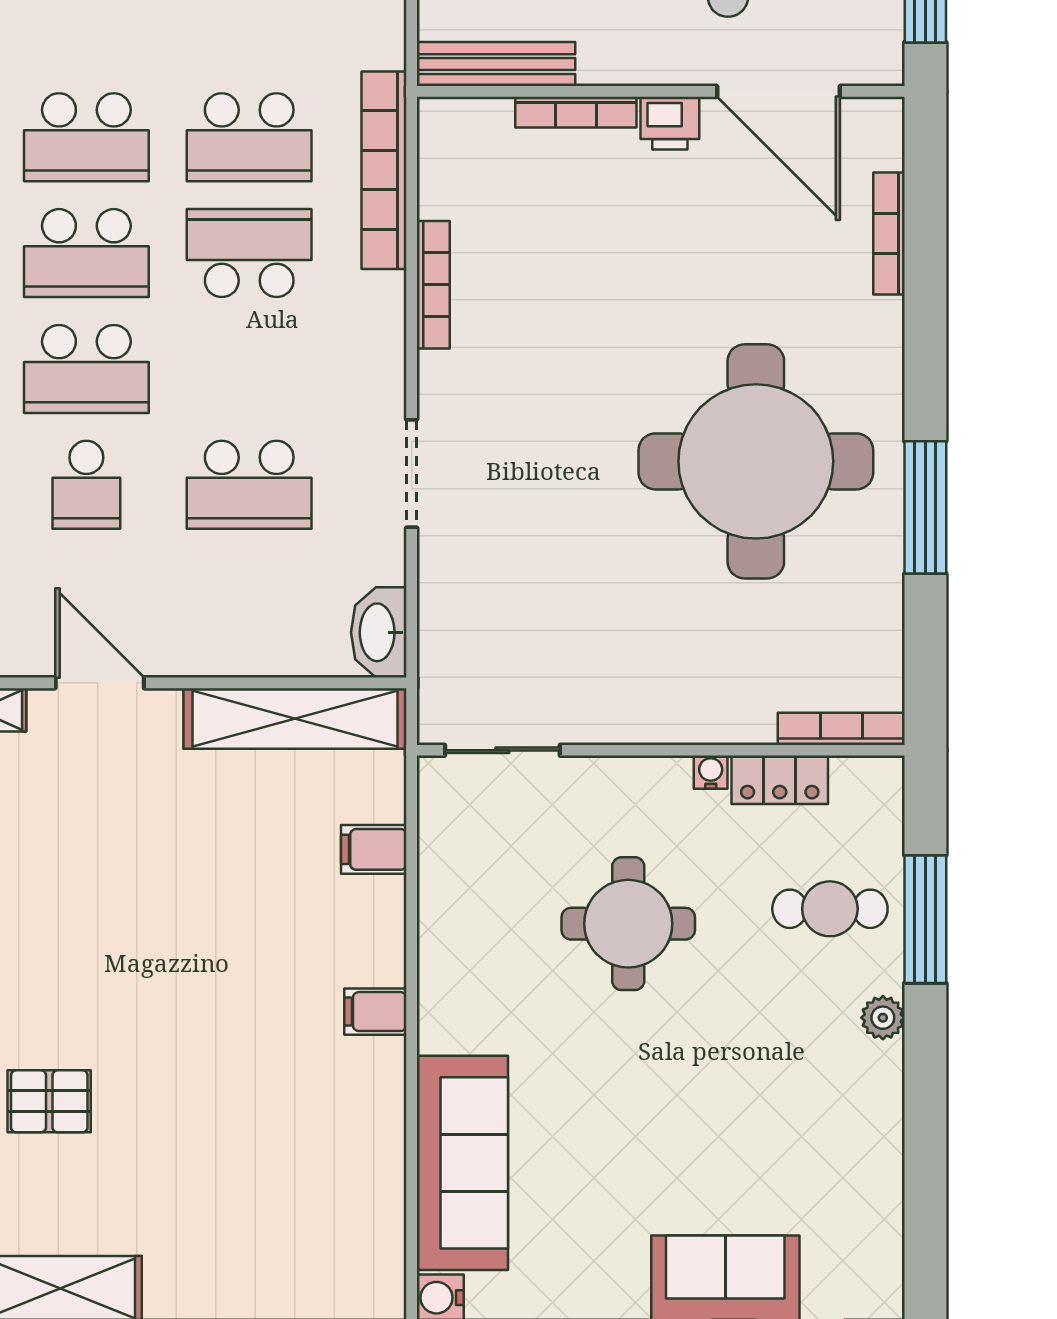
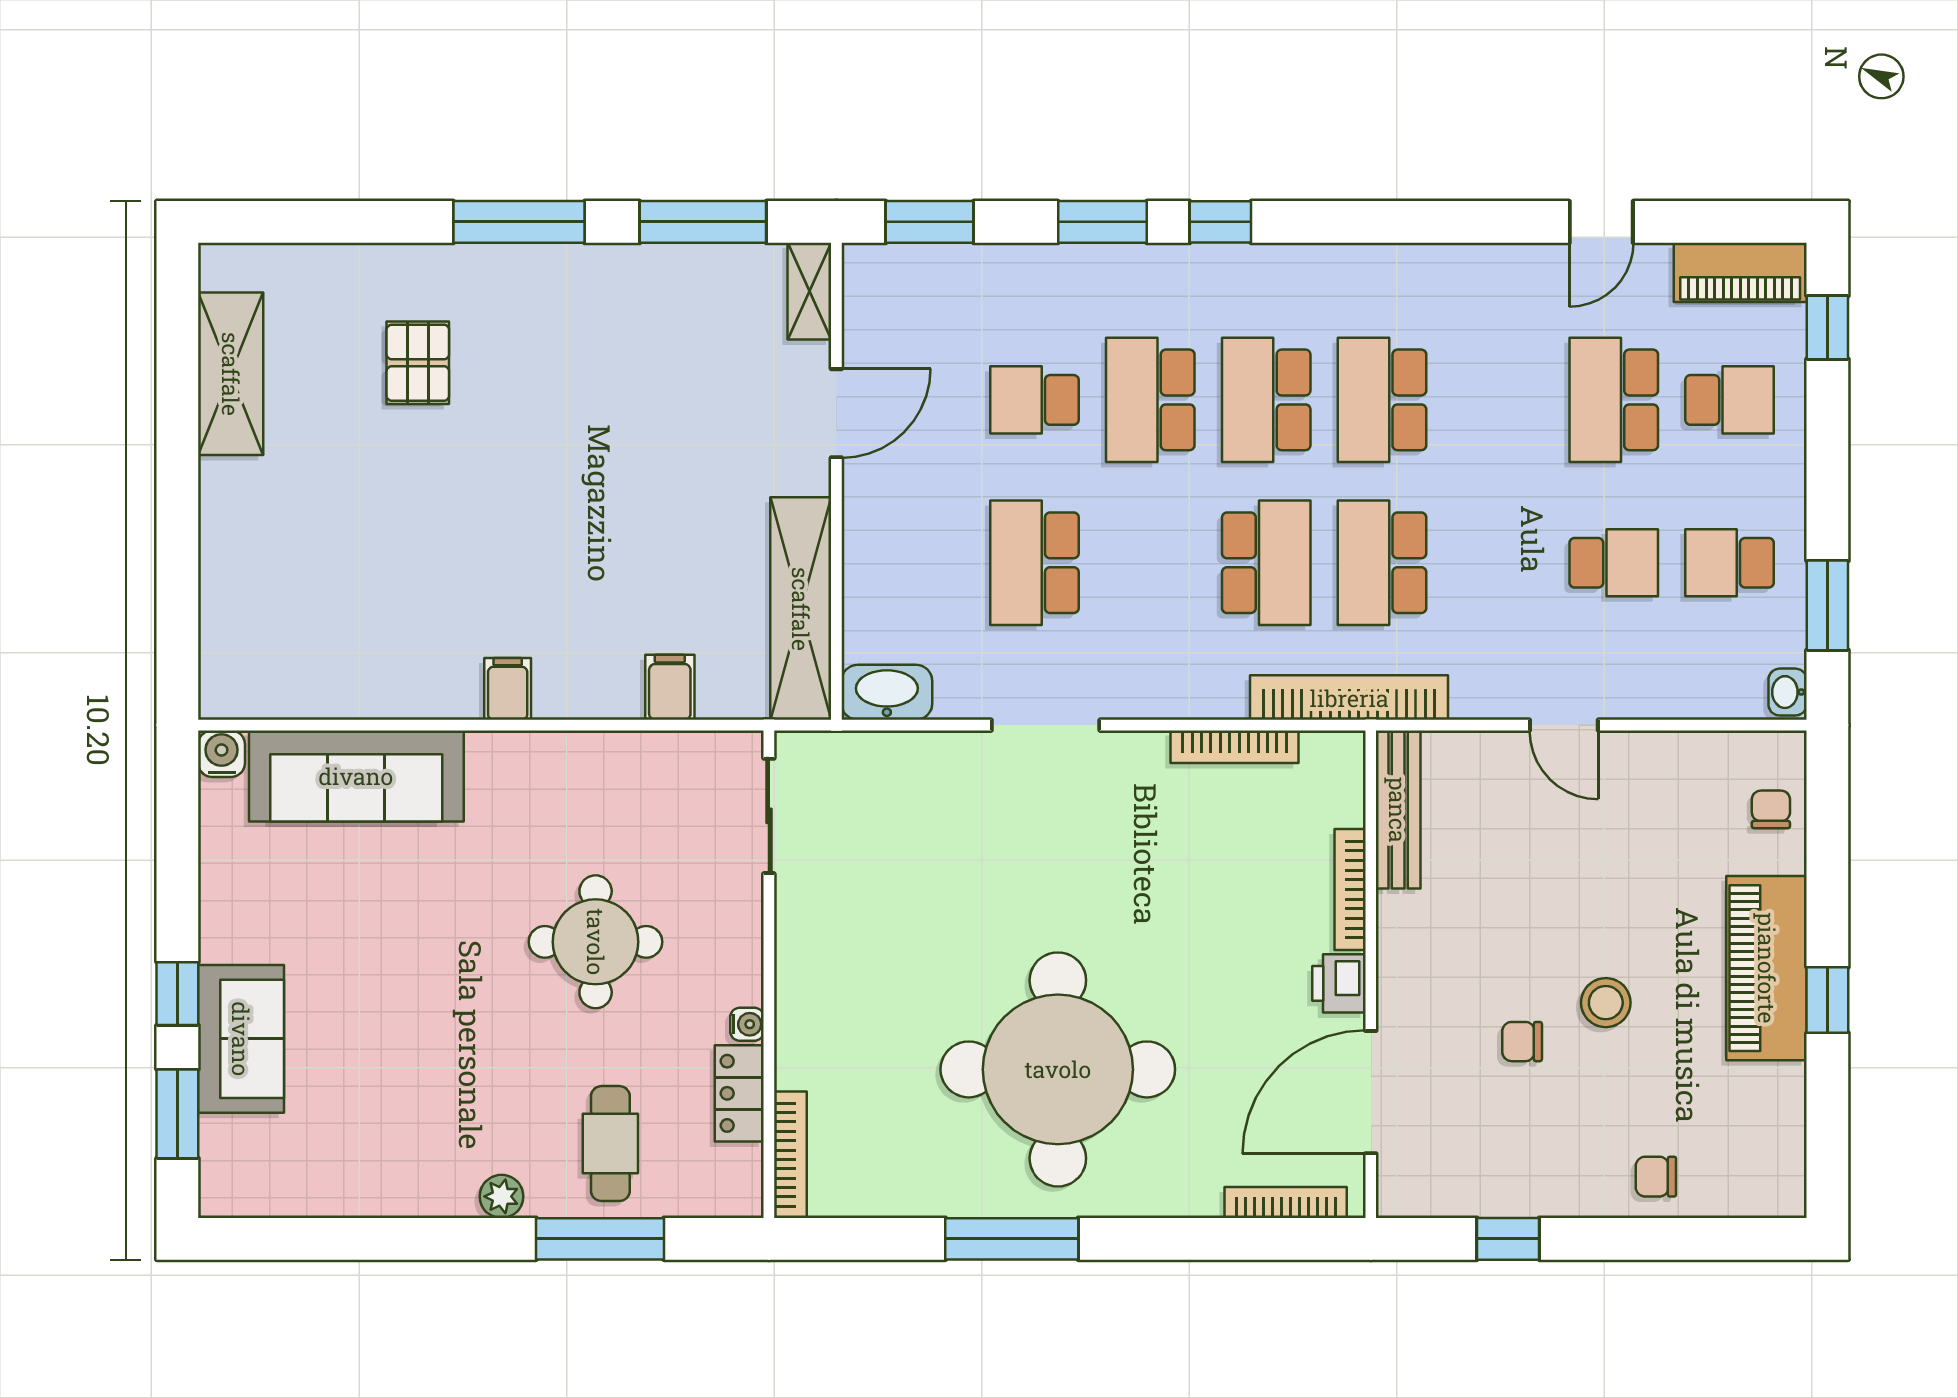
bench: (496, 64) -> (1398, 810), moved
wall: (661, 91) -> (1371, 974), moved
door: (779, 91) -> (1371, 1092), moved
bookcase: (576, 112) -> (1350, 889), moved
printer: (670, 123) -> (1339, 983), moved

